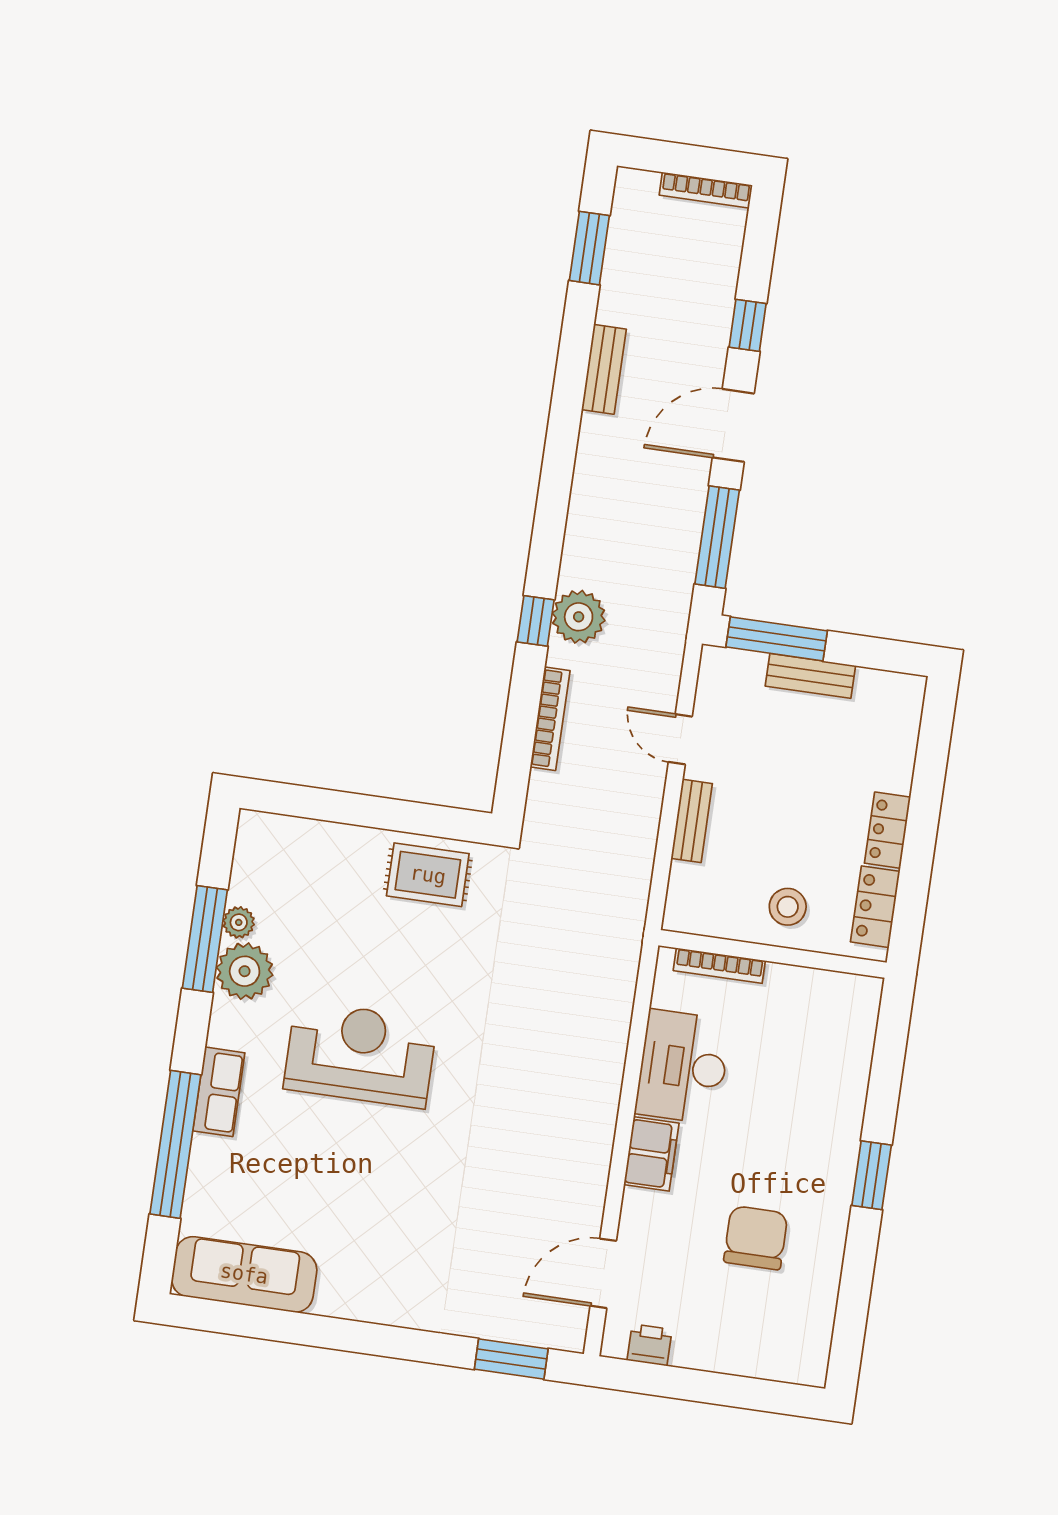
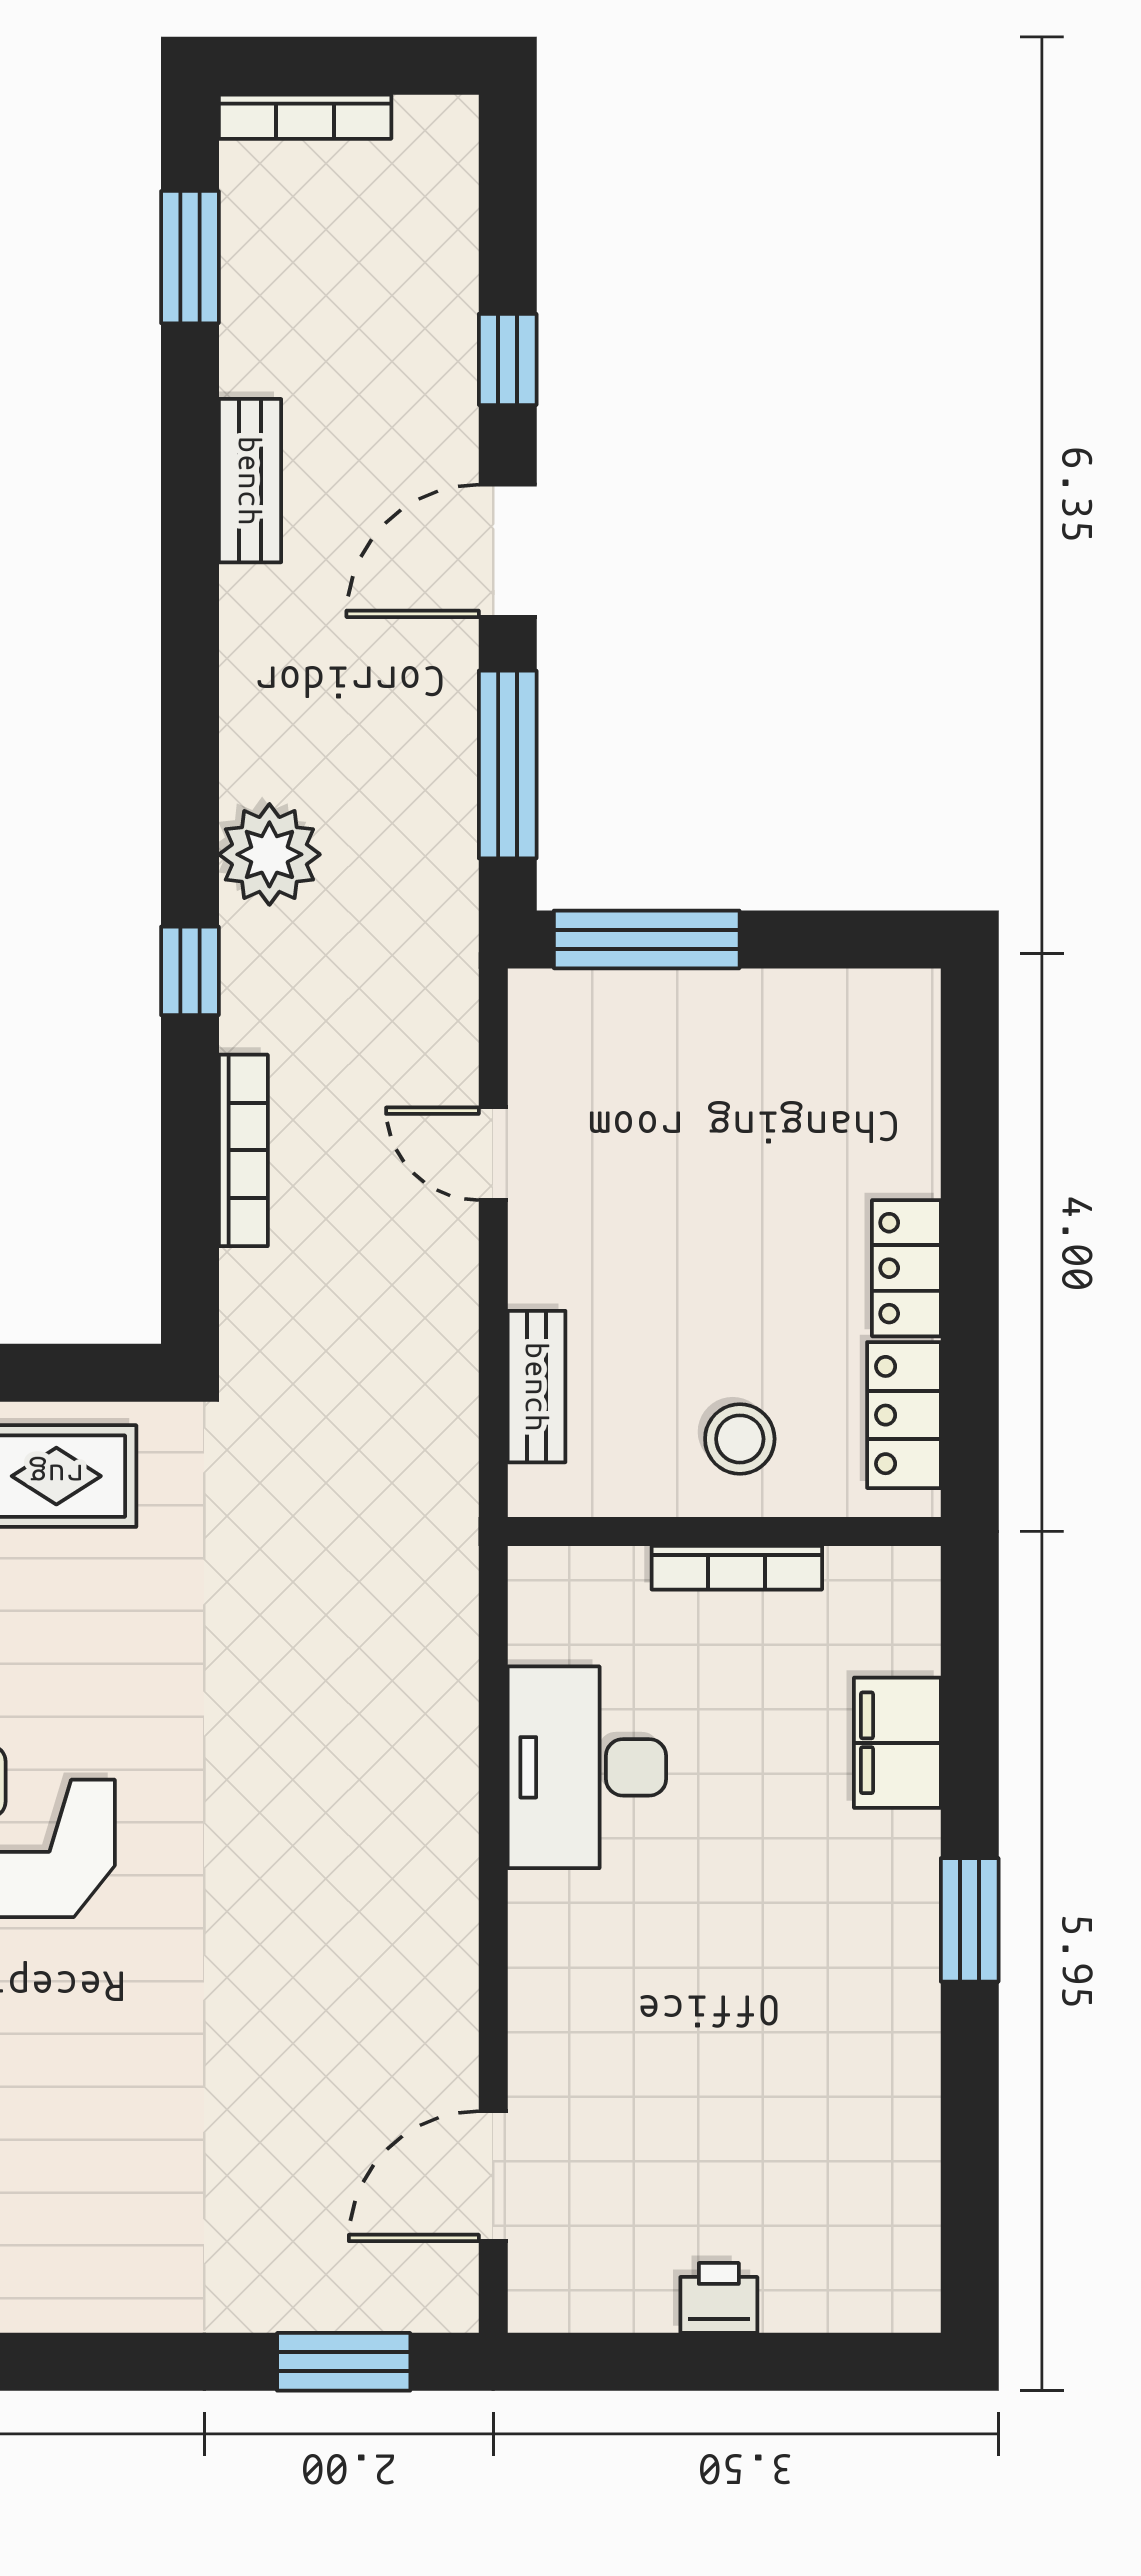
bookcase: (706, 190) -> (305, 117), moved
plant: (579, 617) -> (269, 854), moved
bench: (810, 676) -> (720, 1000), removed
bench: (692, 821) -> (537, 1387), moved
bookcase: (719, 966) -> (737, 1568), moved
filing cabinet: (651, 1154) -> (897, 1743), moved, turned 180
chair: (756, 1238) -> (769, 2068), removed
printer: (650, 1345) -> (719, 2298), moved

